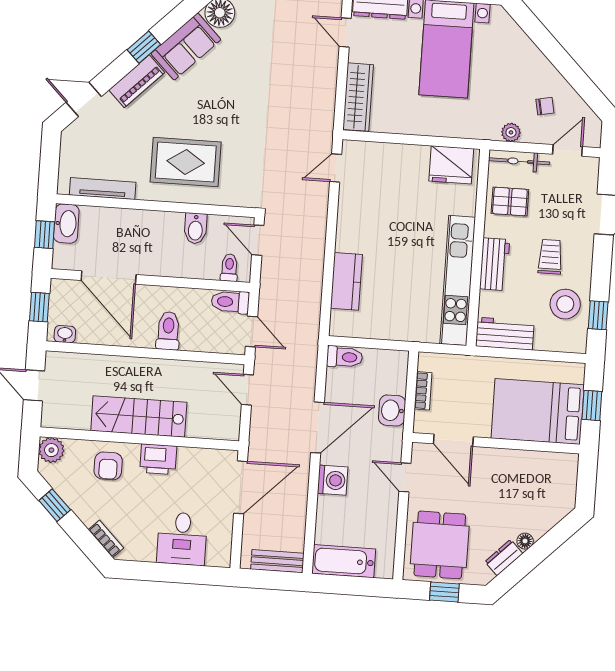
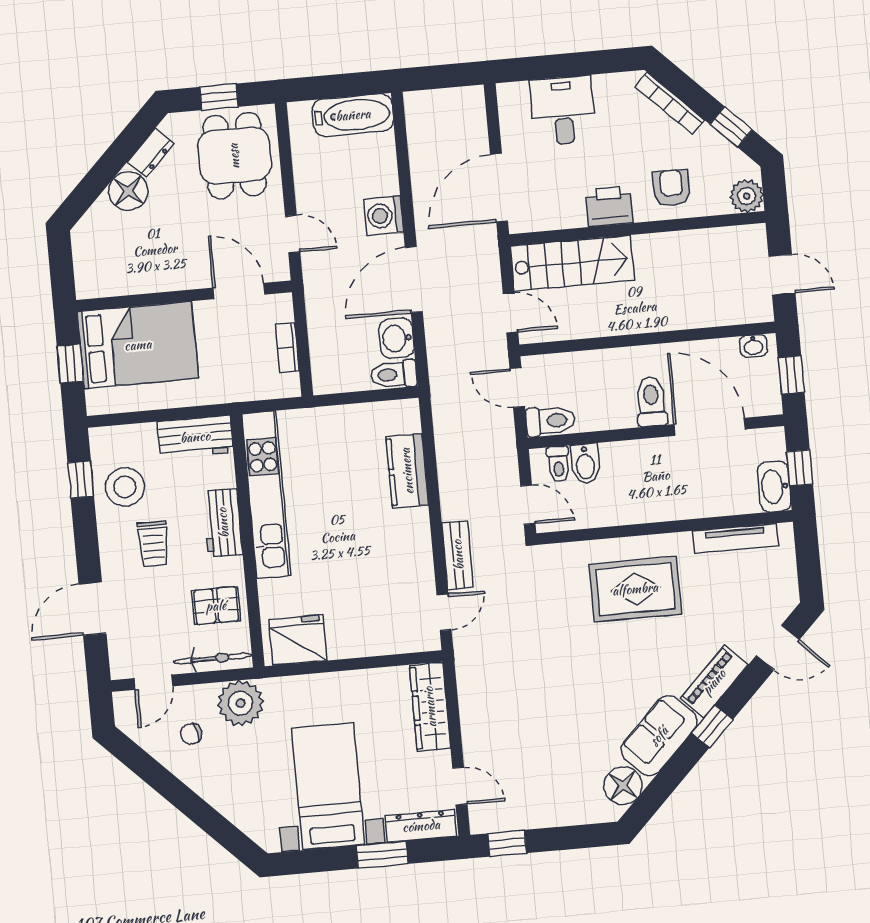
plant: (511, 132) -> (241, 703), width x1.88, depth x1.88
bidet: (195, 228) -> (585, 464), moved, turned 180
toilet: (168, 331) -> (651, 402), moved, turned 180
washbasin: (392, 410) -> (397, 338), moved, turned 180
stairs: (139, 416) -> (572, 263), moved
bookcase: (106, 539) -> (670, 103), width x1.56
floor lamp: (525, 541) -> (128, 191), width x1.89, depth x1.89
bench: (277, 561) -> (458, 555), moved, turned 90

